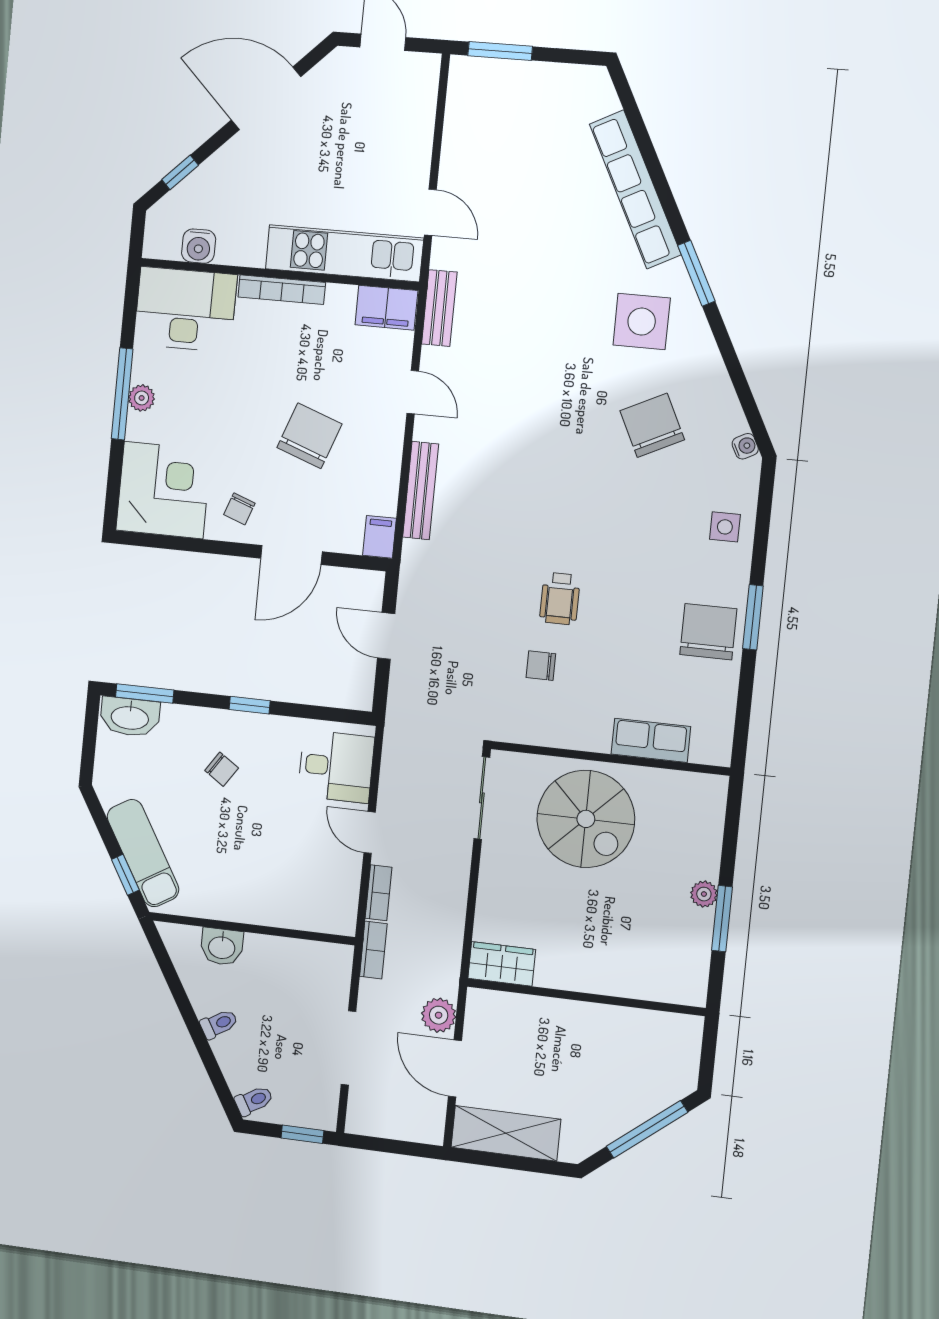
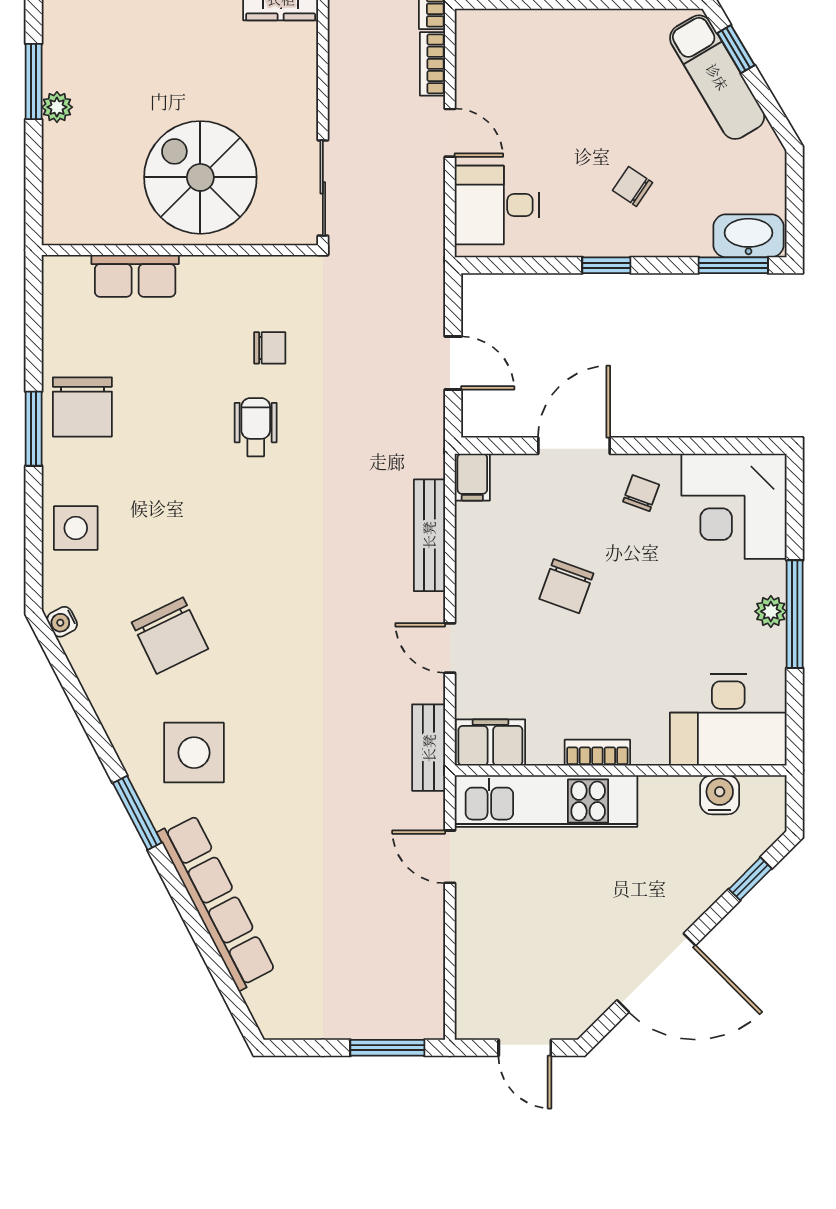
bookcase: (282, 290) -> (597, 753), width x0.64
chair: (309, 436) -> (566, 586), width x0.73, depth x0.73
side table: (725, 527) -> (76, 528), width x1.37, depth x1.37

